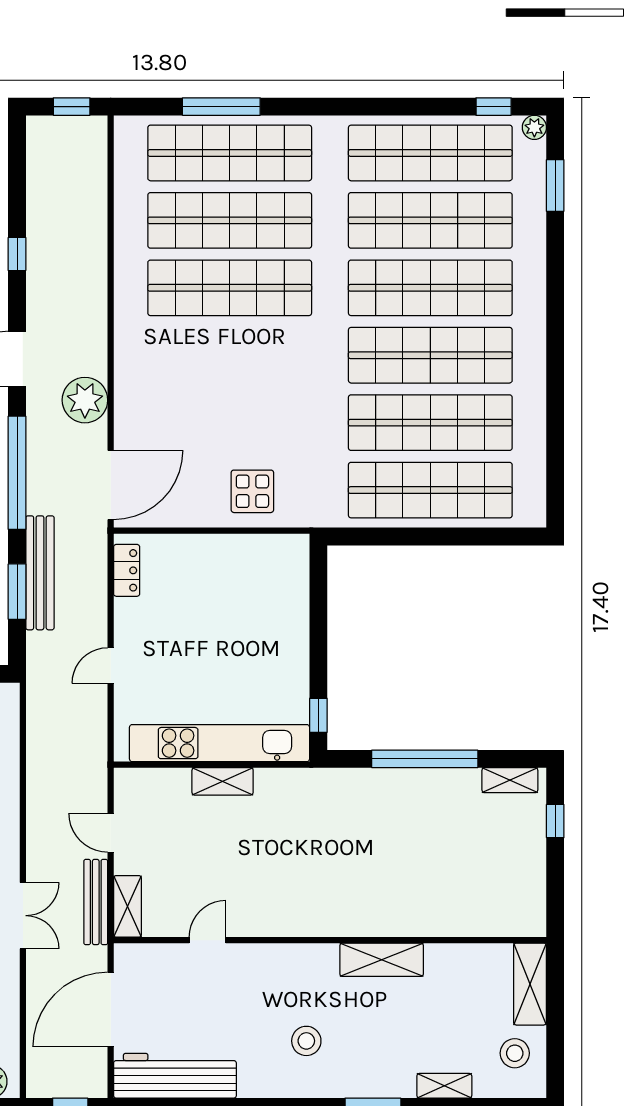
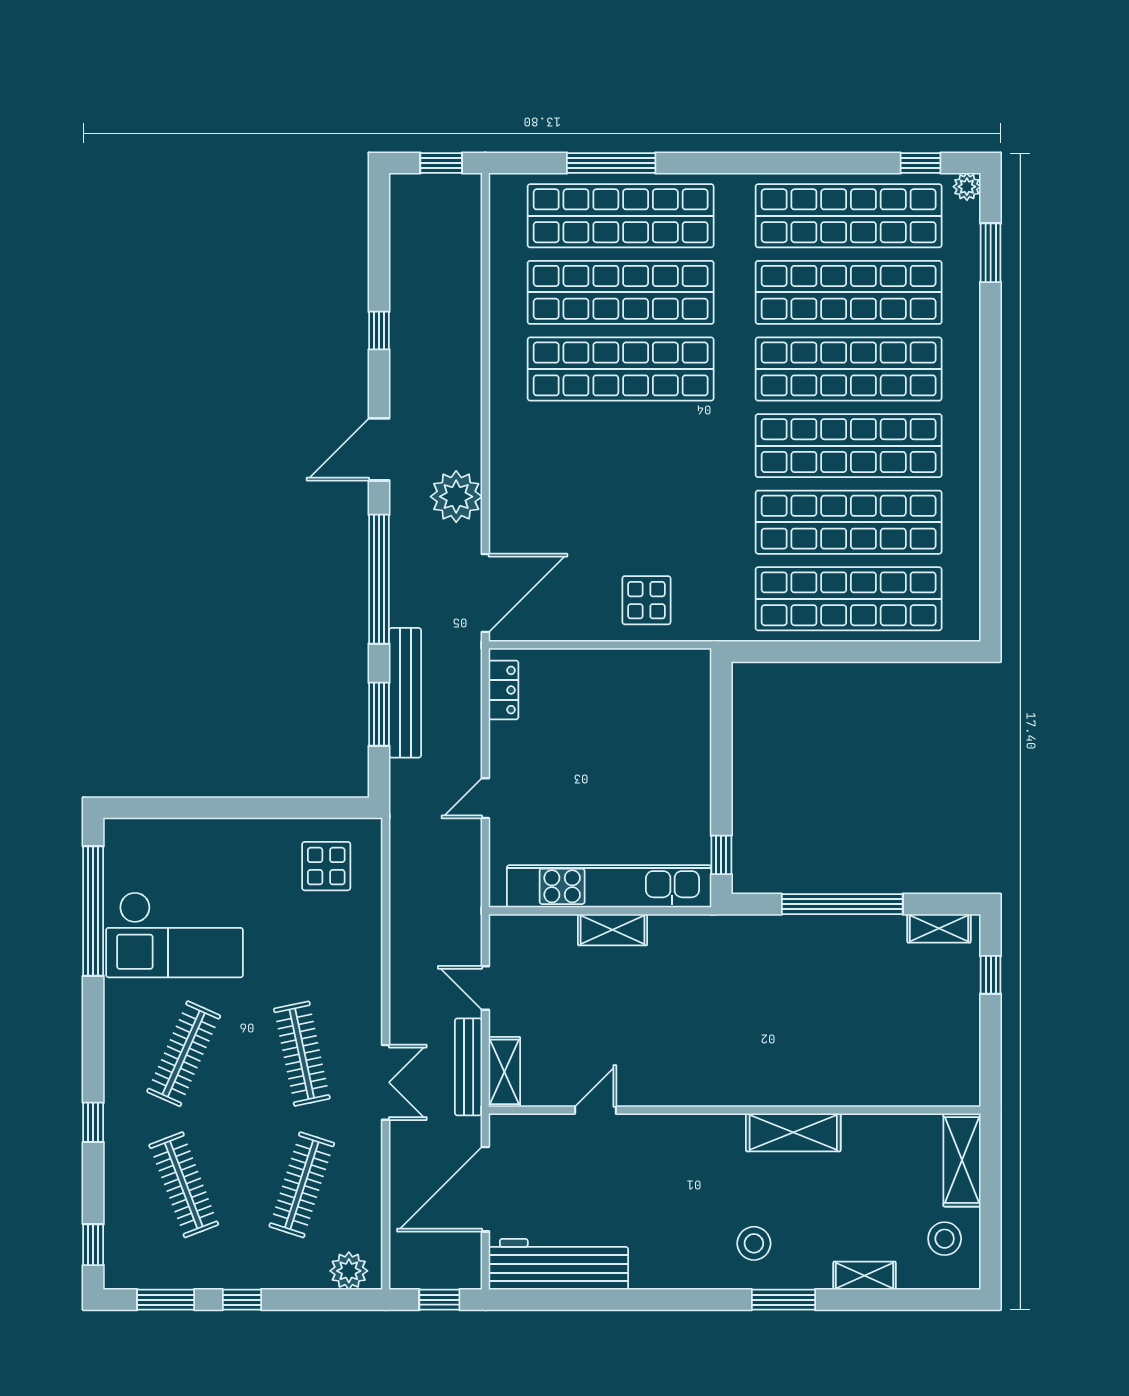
stool: (306, 1041) -> (754, 1243), moved

